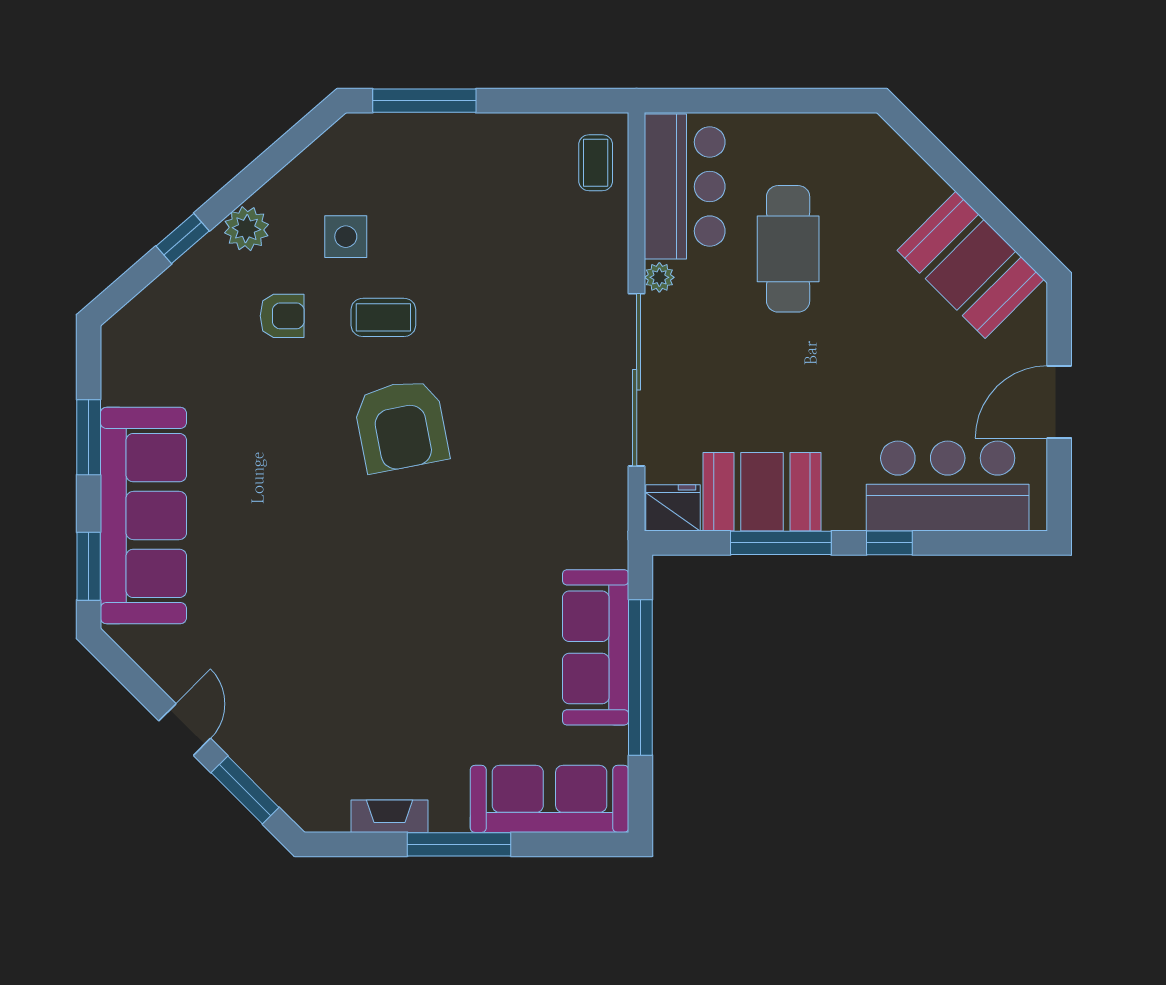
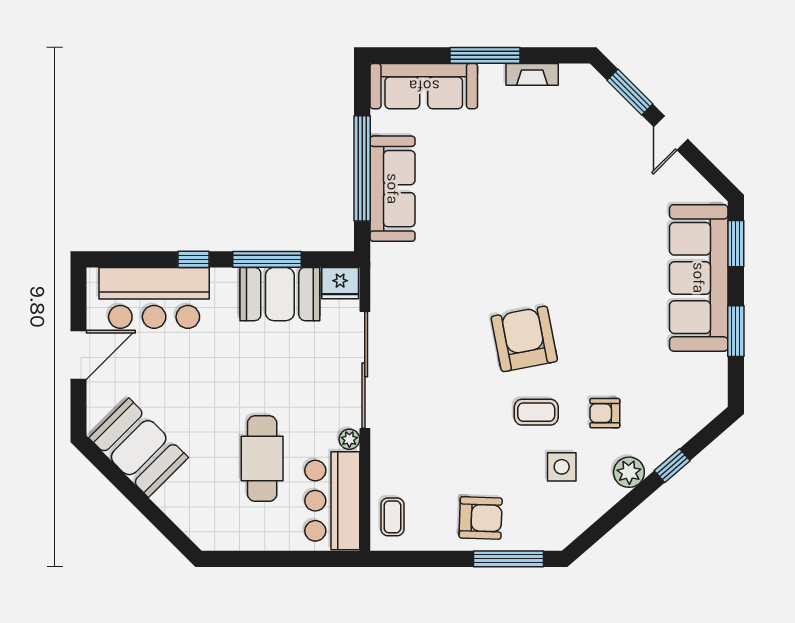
armchair: (466, 161) -> (481, 518), added

